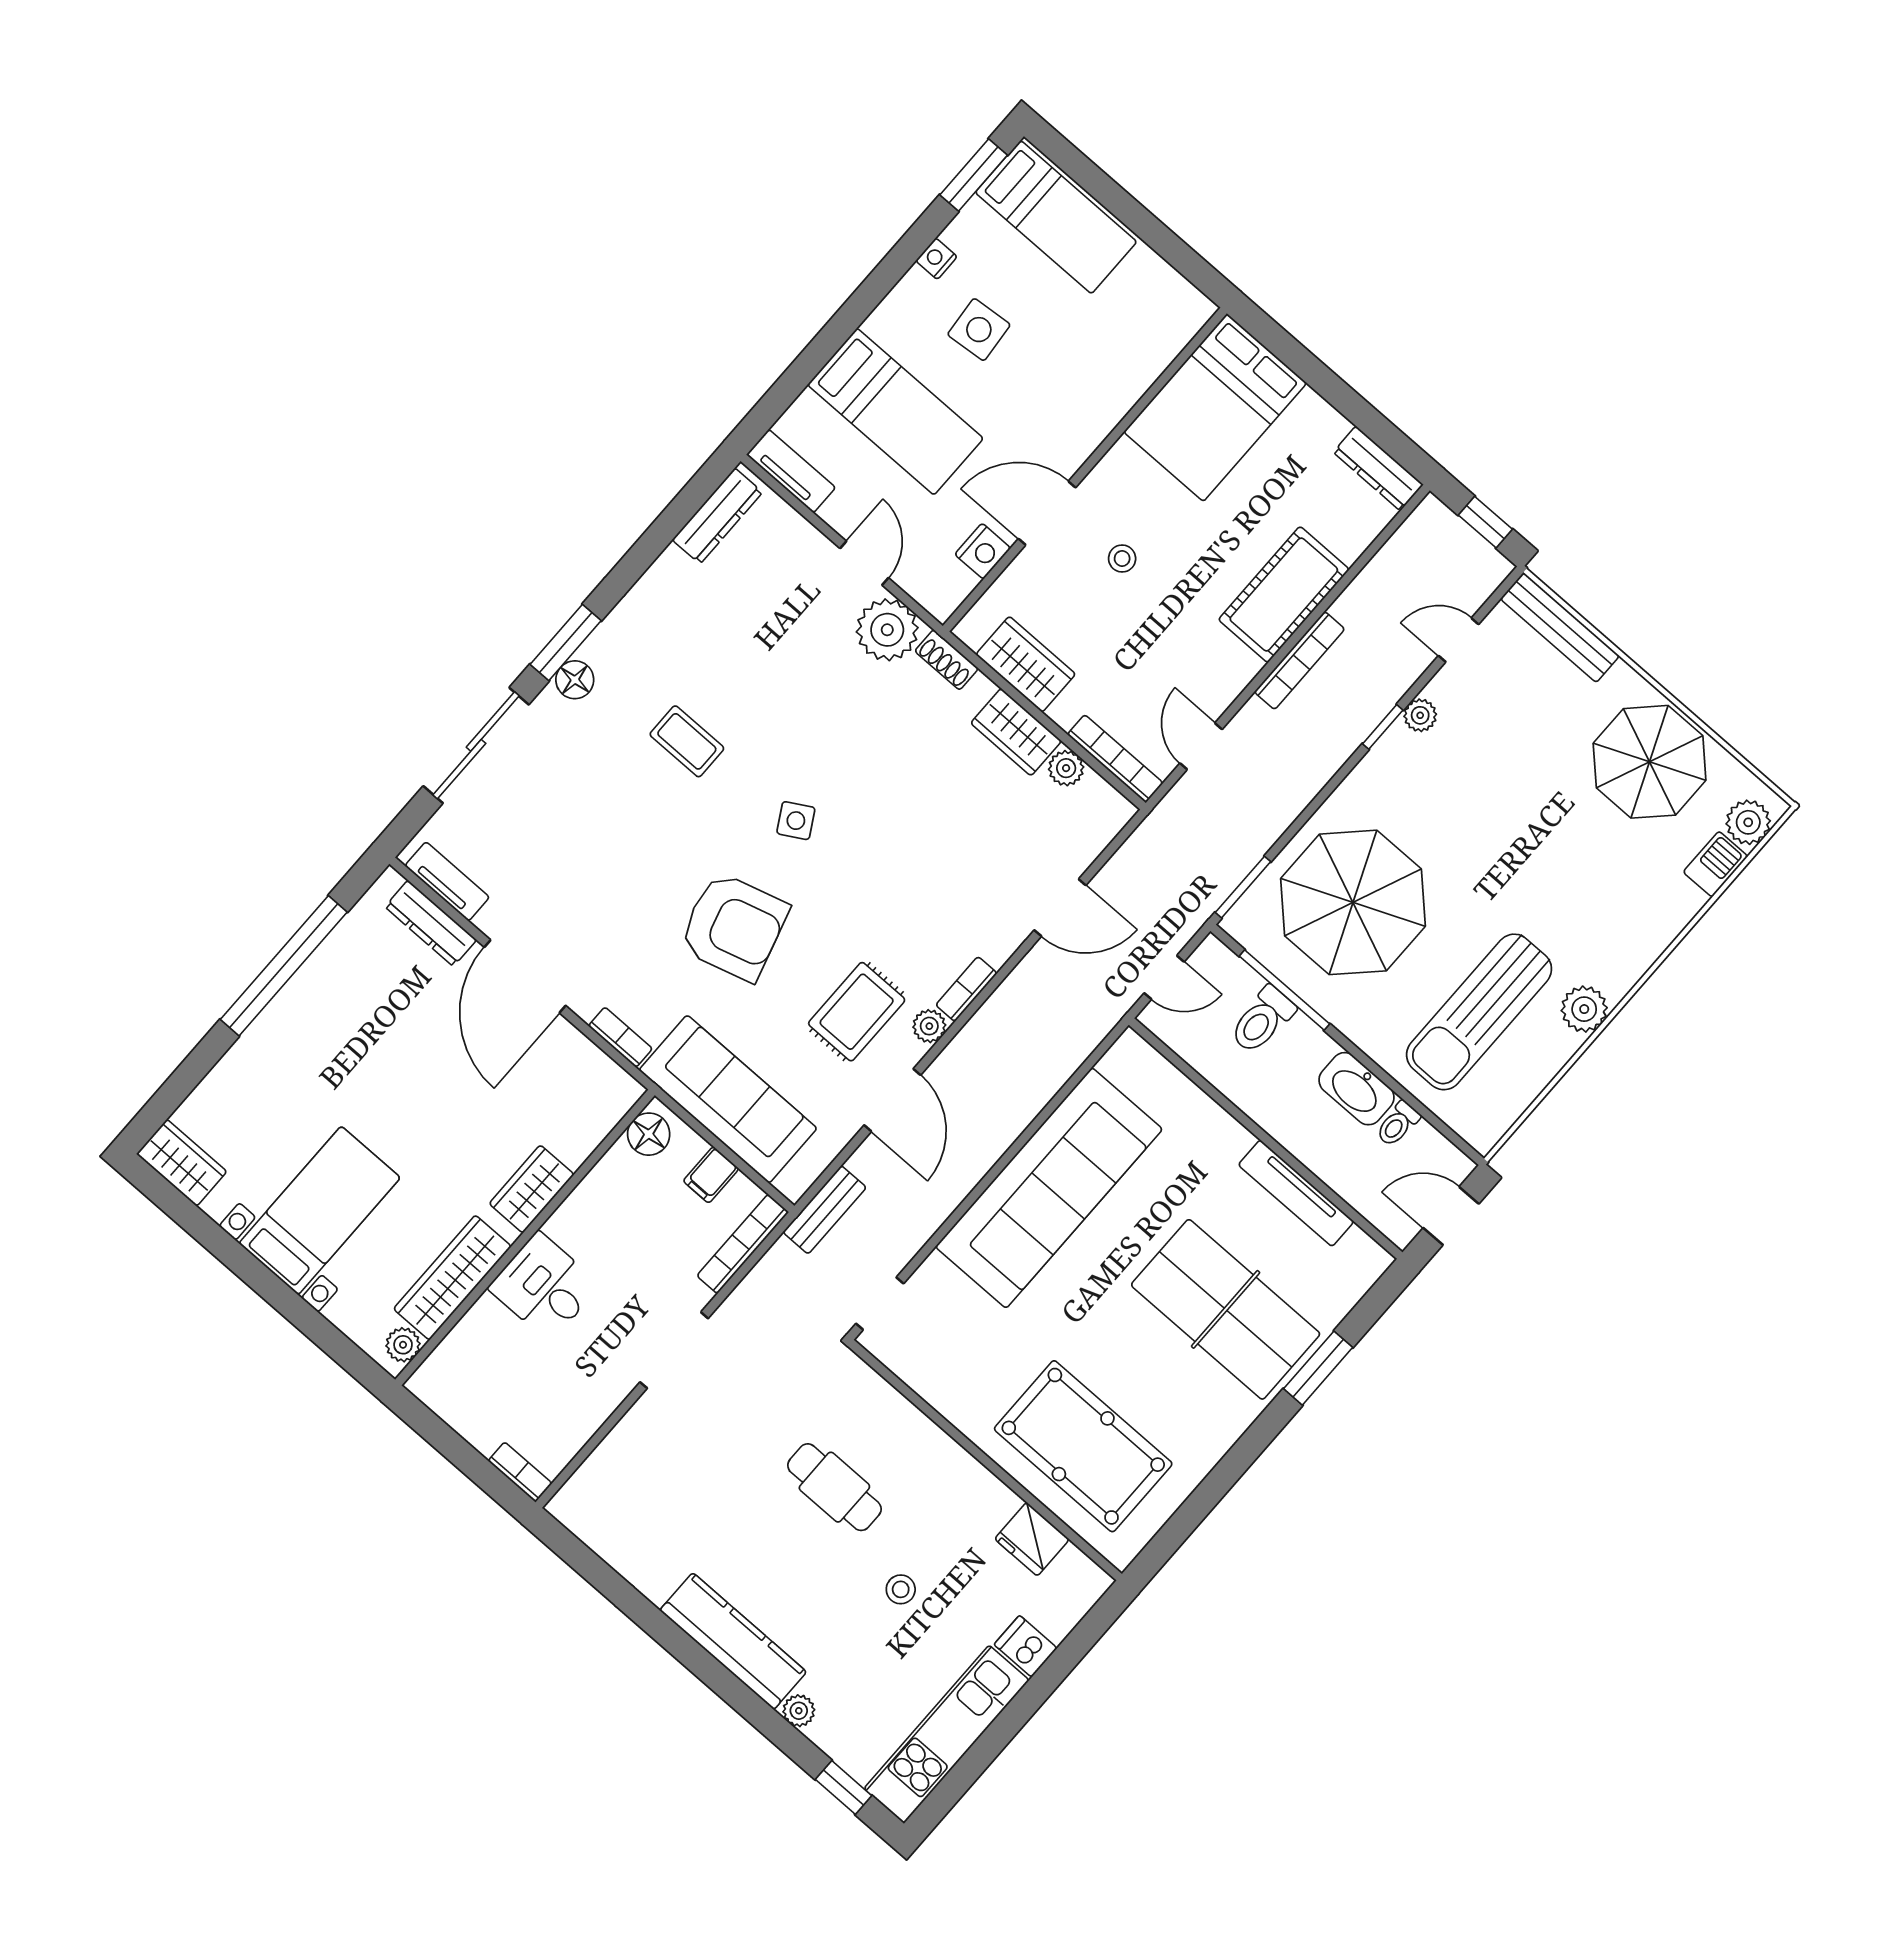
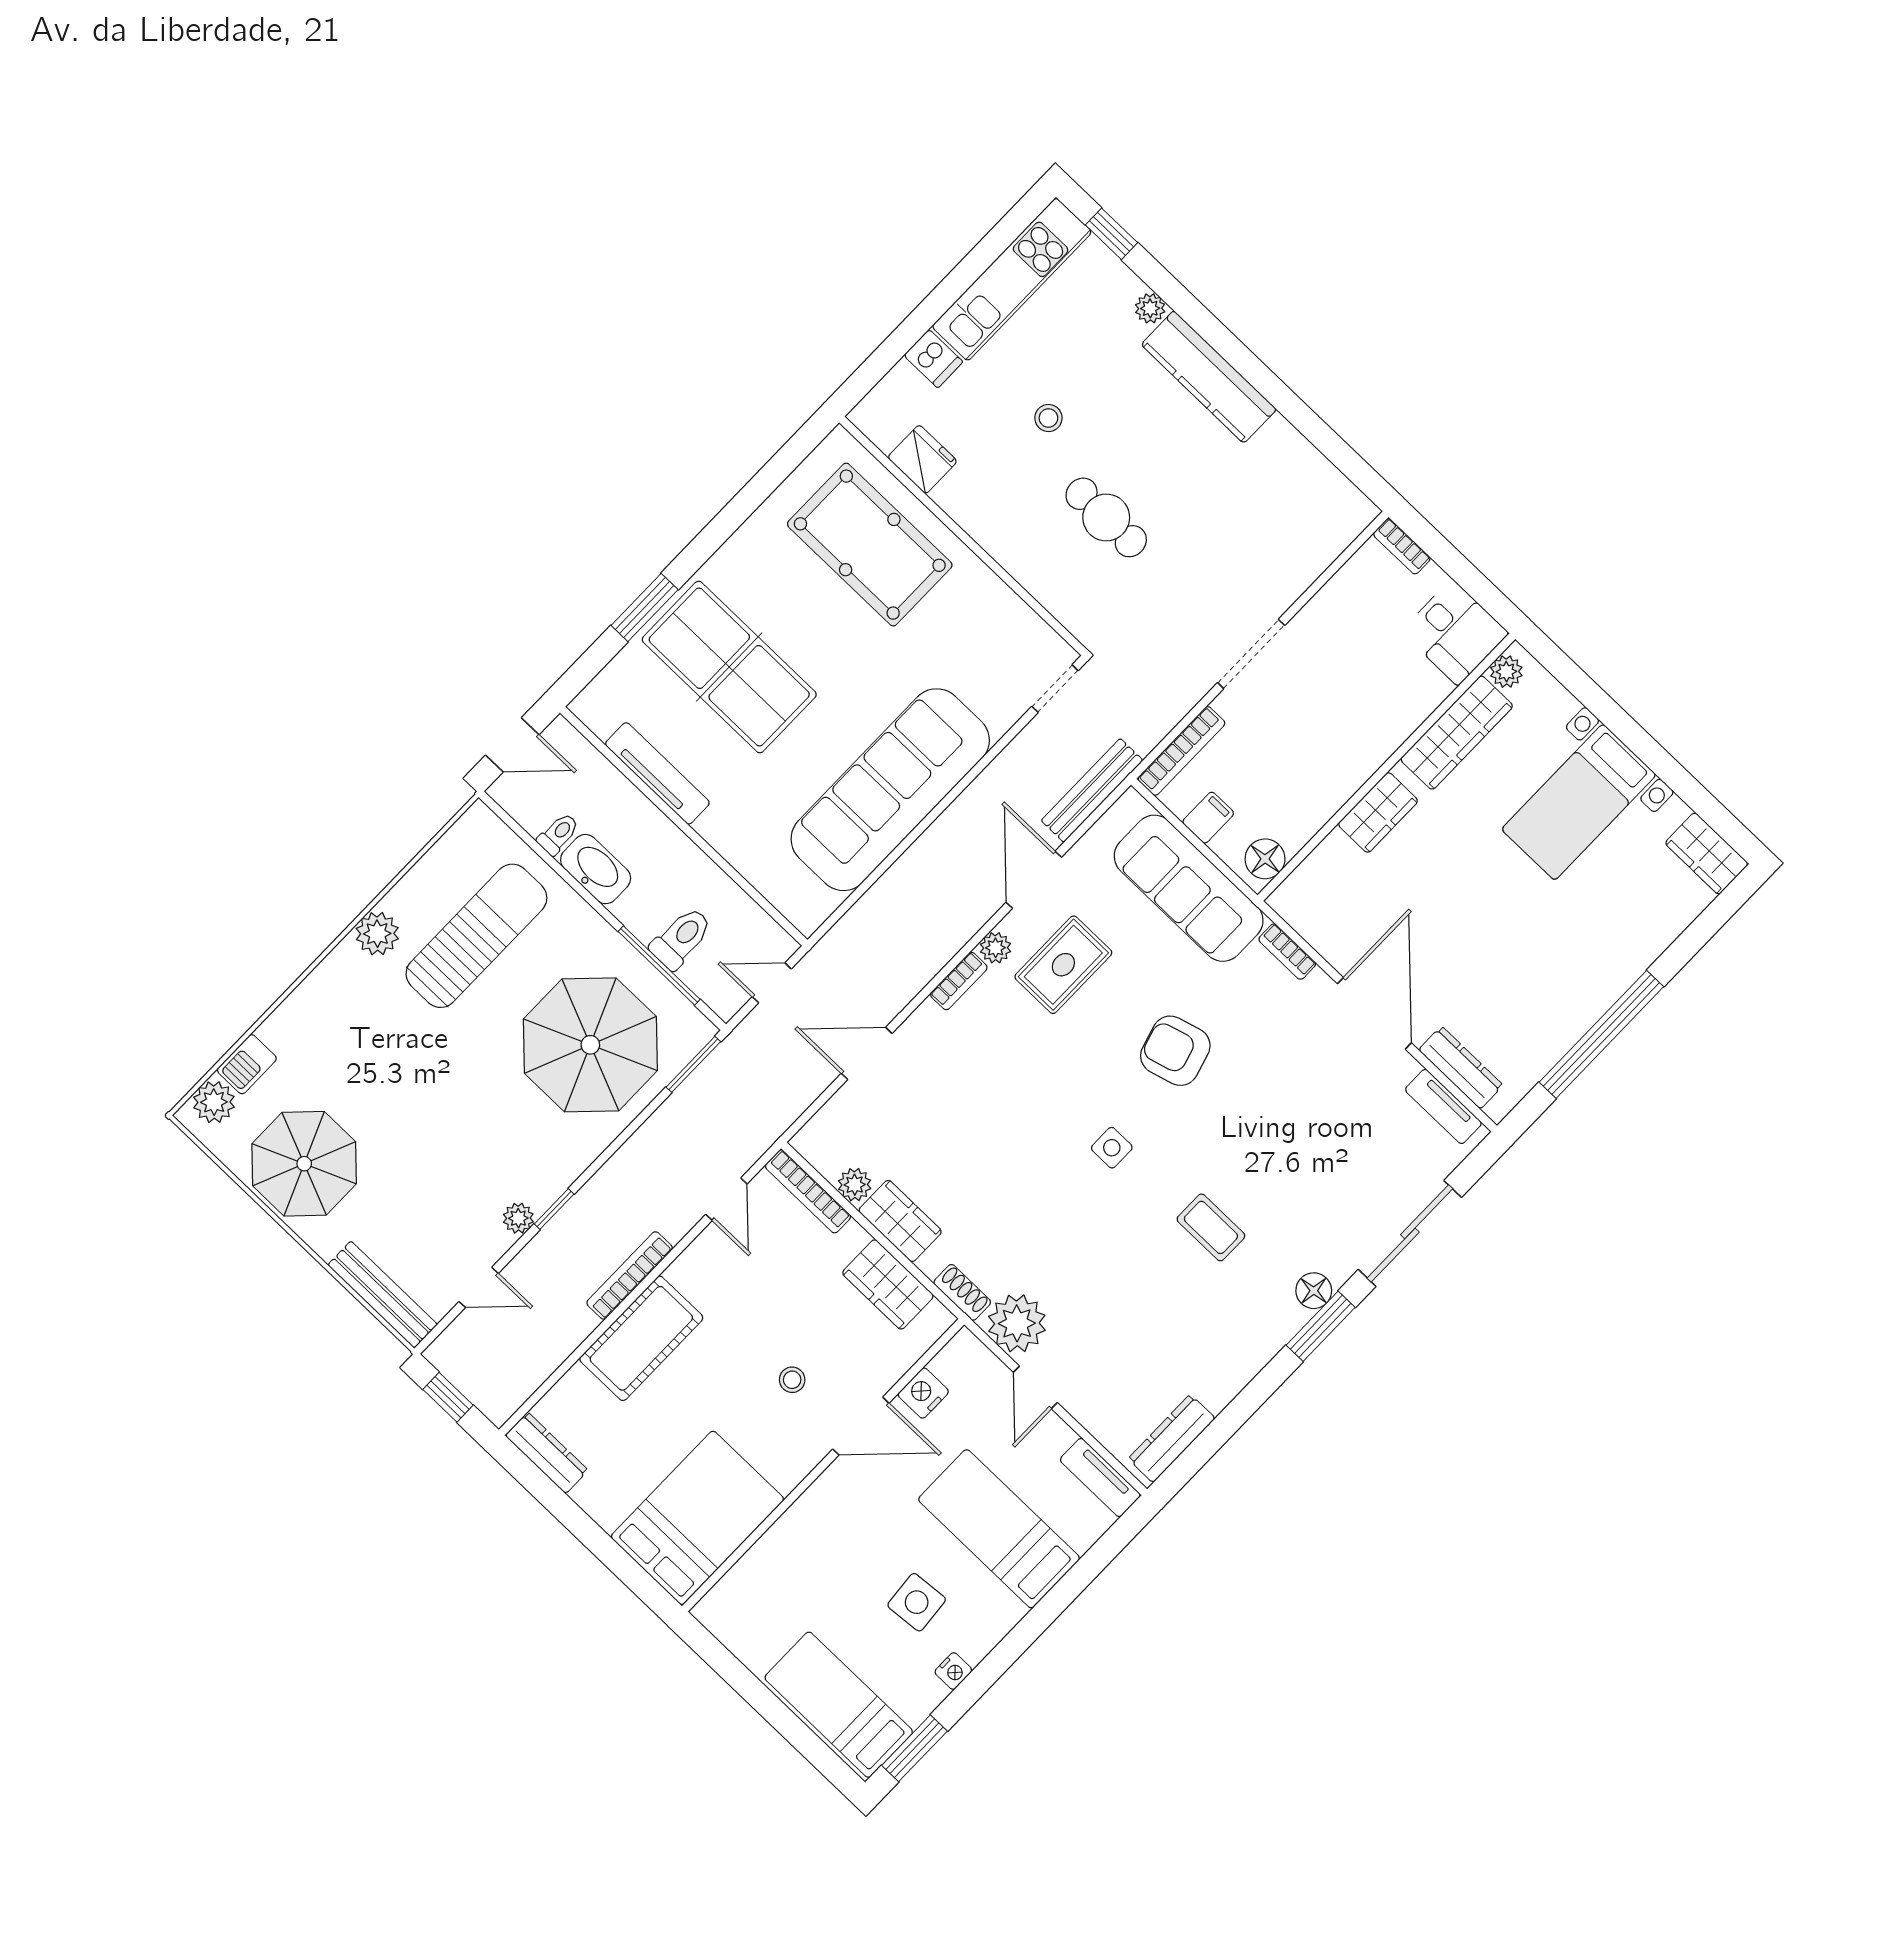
side table: (796, 821) -> (1112, 1148), turned 30
armchair: (734, 926) -> (1175, 1051), width x0.73, depth x0.73
bench: (825, 1210) -> (1092, 790), width x1.36
desk: (544, 1287) -> (1455, 632), moved

